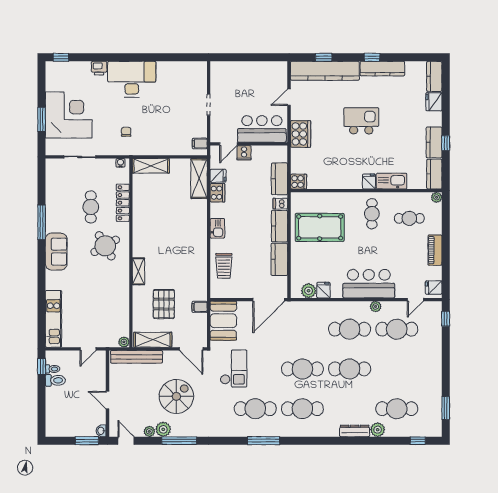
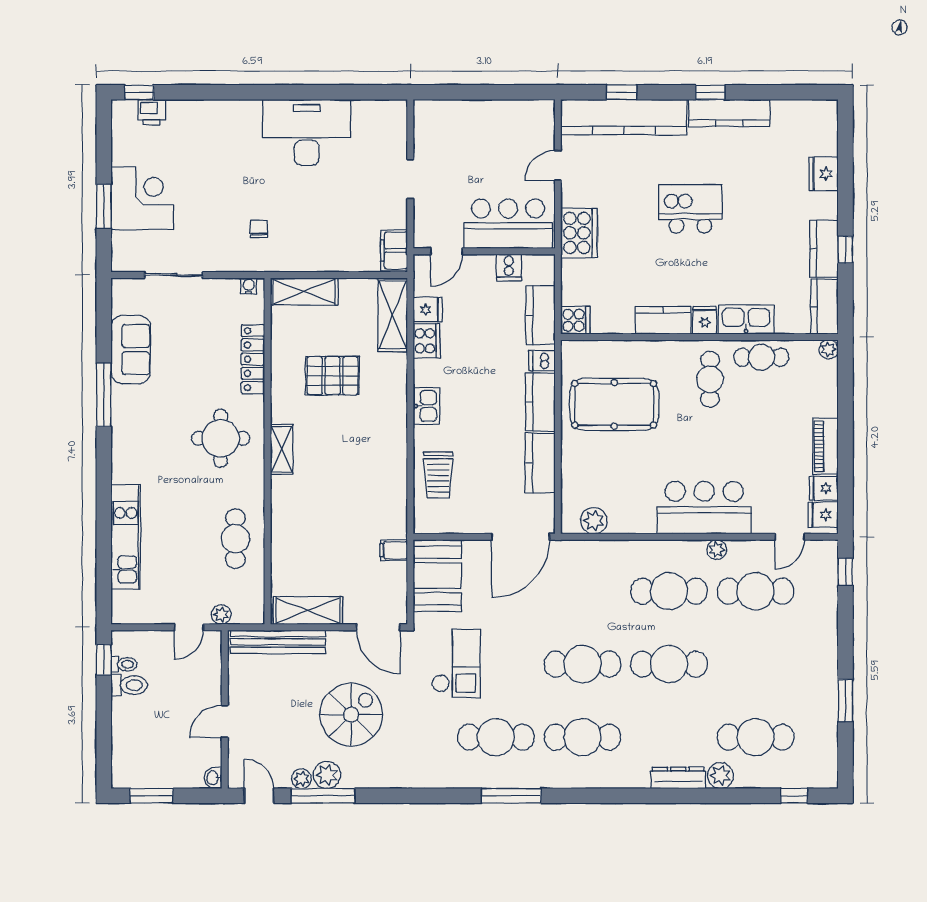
printer: (99, 68) -> (152, 112), moved
kitchen counter: (434, 76) -> (663, 320), moved, turned 90
desk: (132, 79) -> (307, 132), moved
corner desk: (69, 115) -> (142, 198), width x0.74, depth x0.74
filing cabinet: (200, 143) -> (394, 250), width x2.00
cooker: (244, 153) -> (509, 267), moved
cafe table: (91, 207) -> (235, 539), moved
cafe table: (409, 218) -> (761, 357), moved
round table: (105, 246) -> (221, 438), turned 30
sofa: (56, 252) -> (131, 350), moved
shelving: (138, 271) -> (282, 449), moved
fridge: (323, 290) -> (824, 488), moved, turned -90
pallet: (164, 304) -> (333, 376), moved, turned 90
kitchen unit: (53, 319) -> (126, 537), moved
plant: (124, 342) -> (221, 615), moved
door: (107, 400) -> (225, 721), hinge flipped
window: (446, 408) -> (845, 701), moved
window: (87, 441) -> (152, 796), moved
window: (179, 441) -> (323, 796), moved

